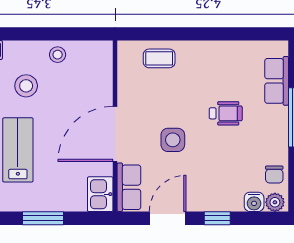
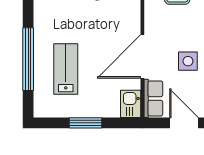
stool: (26, 86) -> (72, 19), removed
door: (168, 218) -> (184, 123), hinge flipped

